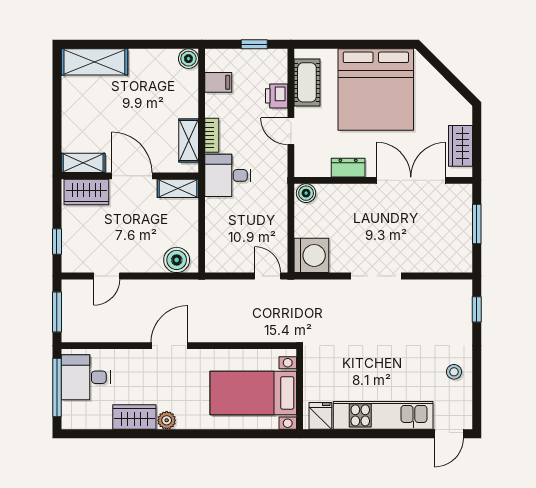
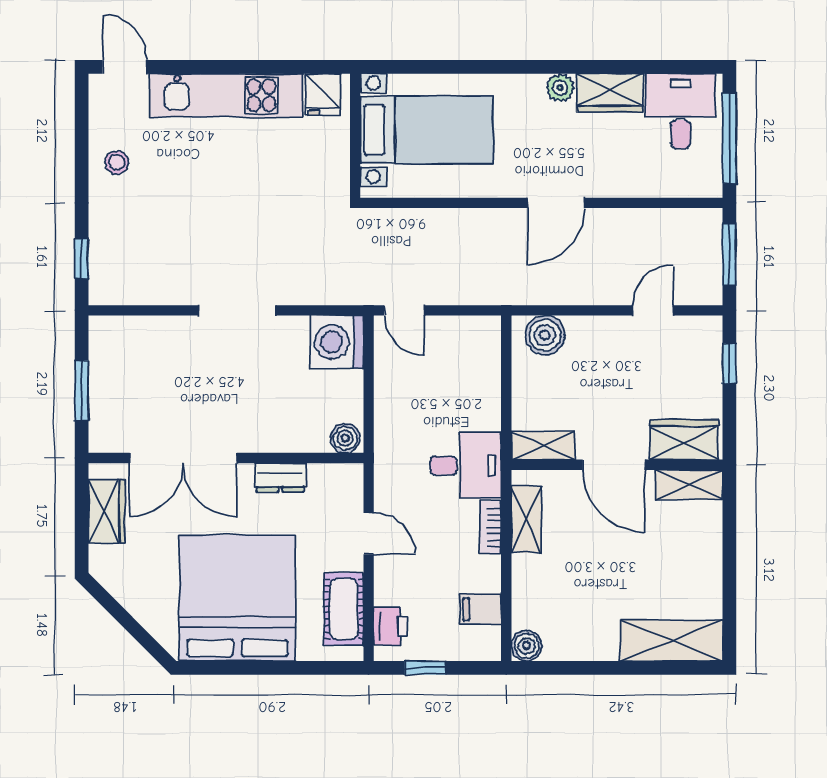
printer: (277, 96) -> (391, 626), moved
desk: (86, 377) -> (681, 111), moved, turned -90
door: (449, 434) -> (125, 67), hinge flipped

